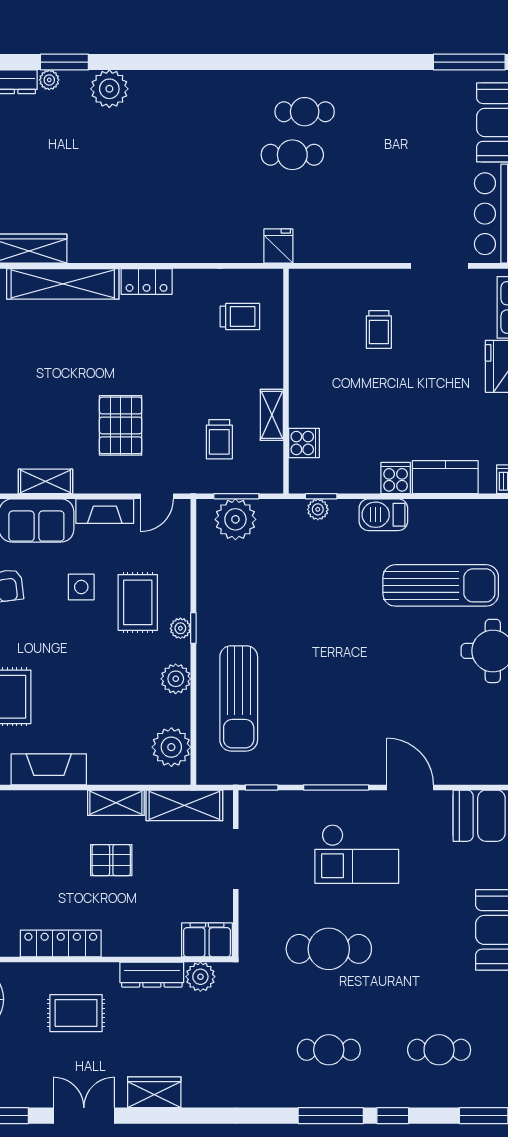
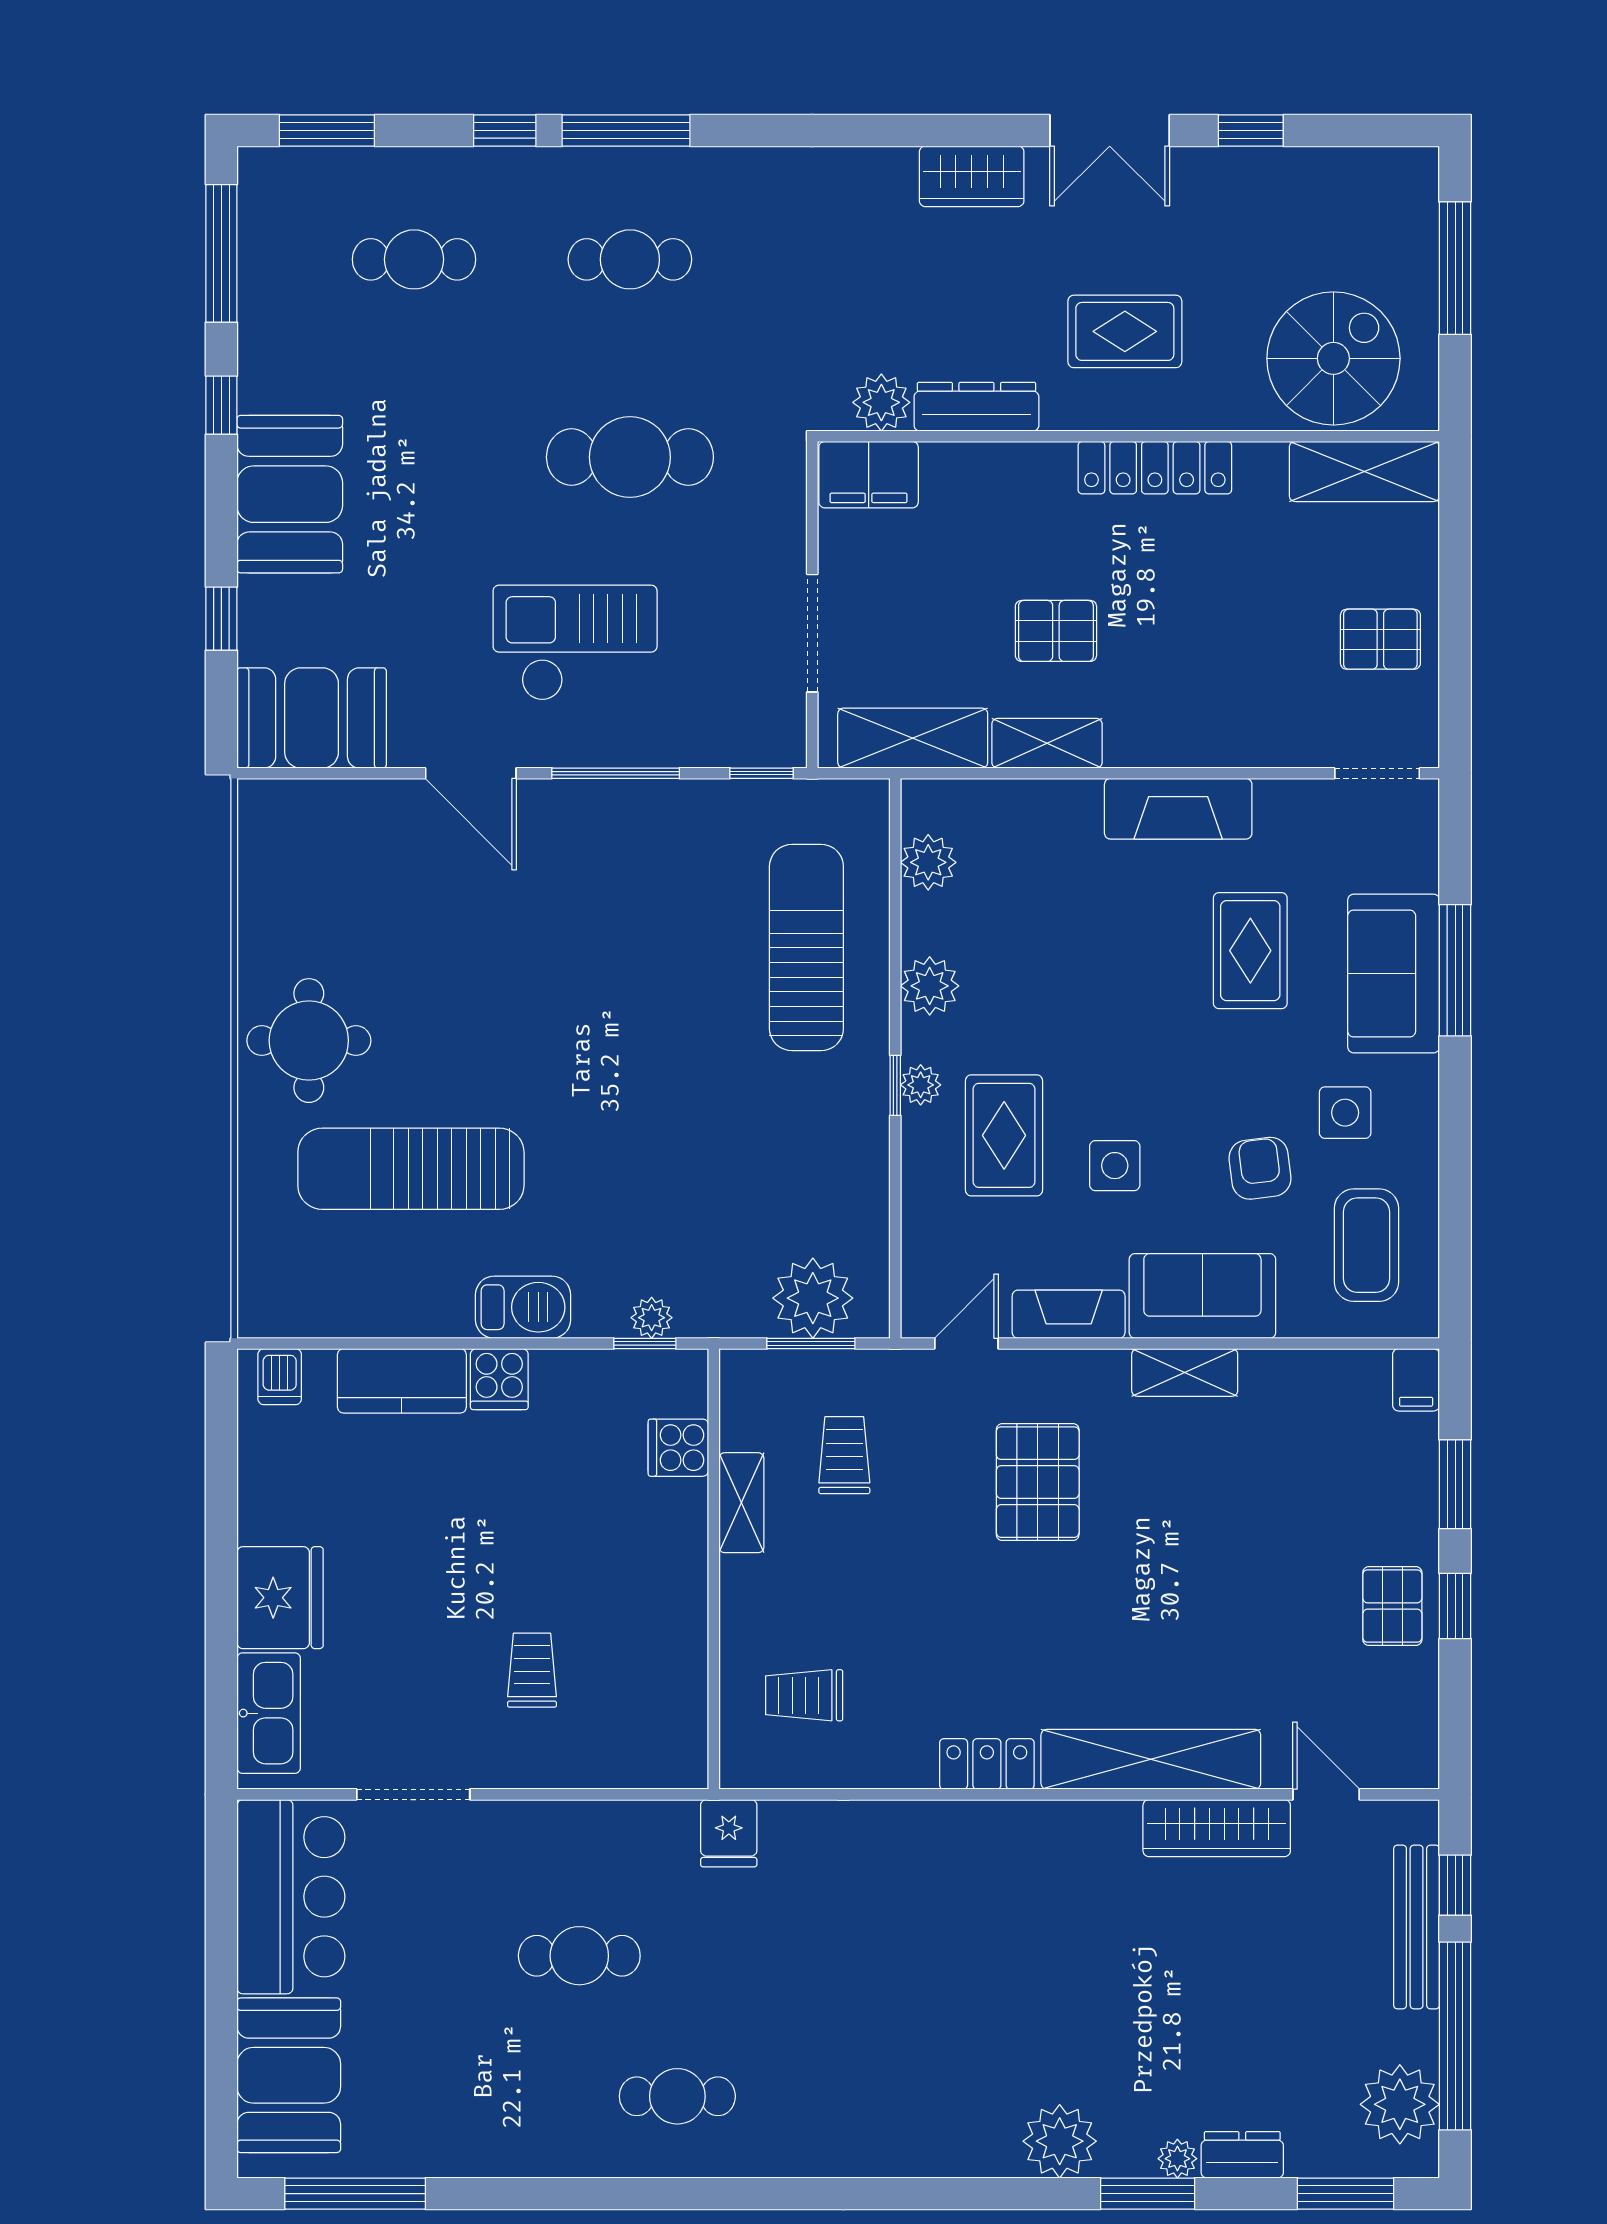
cafe table: (292, 155) -> (579, 1956), moved
plant: (171, 747) -> (928, 862), width x0.73, depth x0.73

